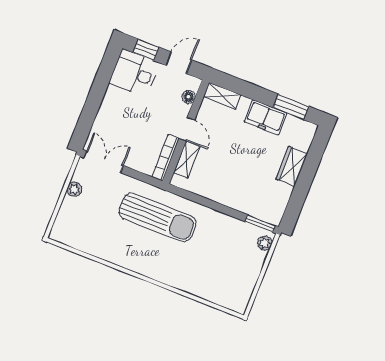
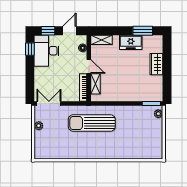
window: (107, 67) -> (30, 49), added
desk: (134, 73) -> (47, 51), width x1.37
sun lounger: (157, 217) -> (92, 123), turned 180

